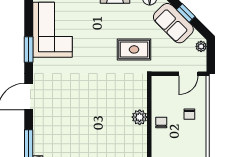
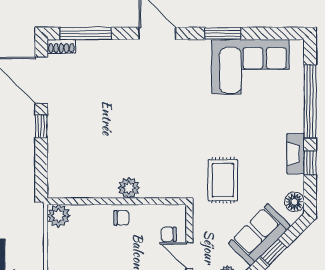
chair: (189, 114) -> (169, 234), moved

